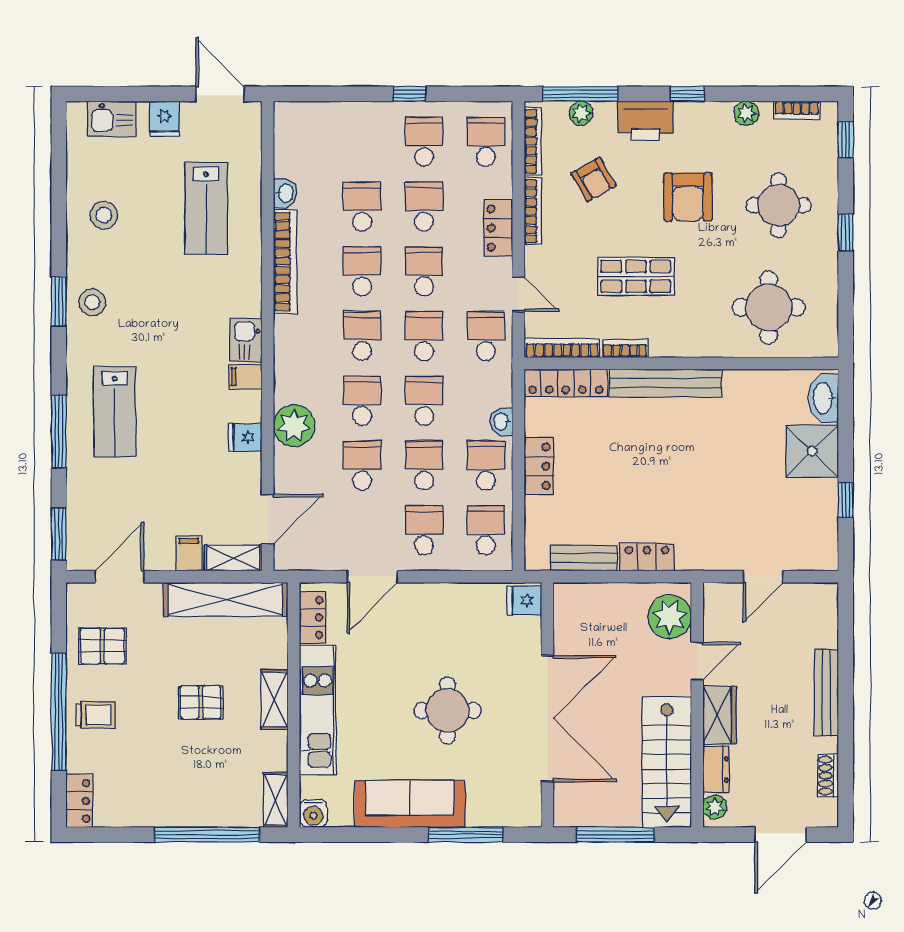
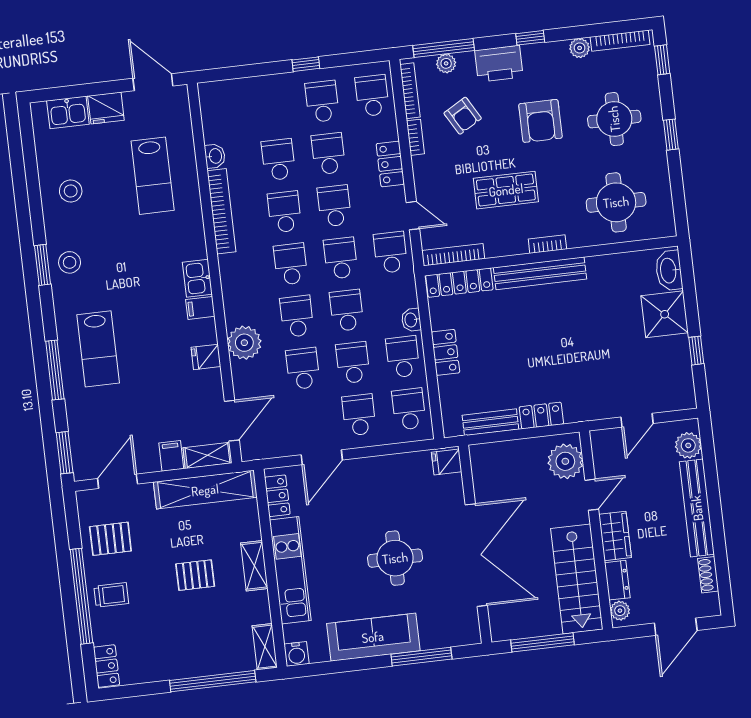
bookcase: (797, 110) -> (620, 41), width x1.56
fridge: (164, 119) -> (106, 108), width x1.38
bookcase: (533, 211) -> (415, 137), width x0.64
bookcase: (625, 349) -> (547, 244), moved
plant: (822, 615) -> (688, 445), added
bench: (826, 693) -> (697, 508), width x1.37, depth x1.21

